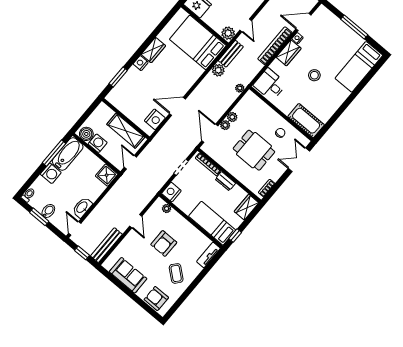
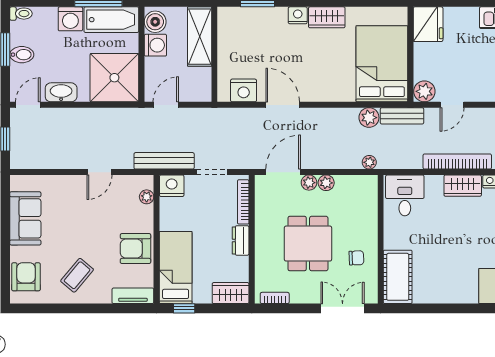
stool: (314, 75) -> (462, 240), removed
shelving: (126, 131) -> (200, 37), moved
shower: (107, 175) -> (114, 78), width x1.86, depth x1.86
armchair: (164, 243) -> (135, 249), moved
bench: (106, 245) -> (164, 161), moved

